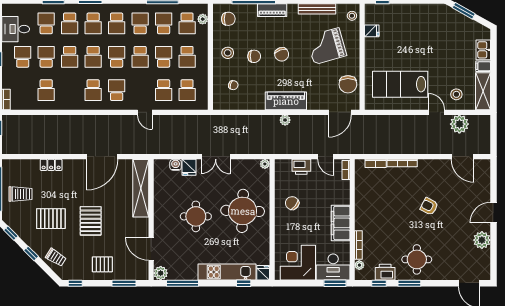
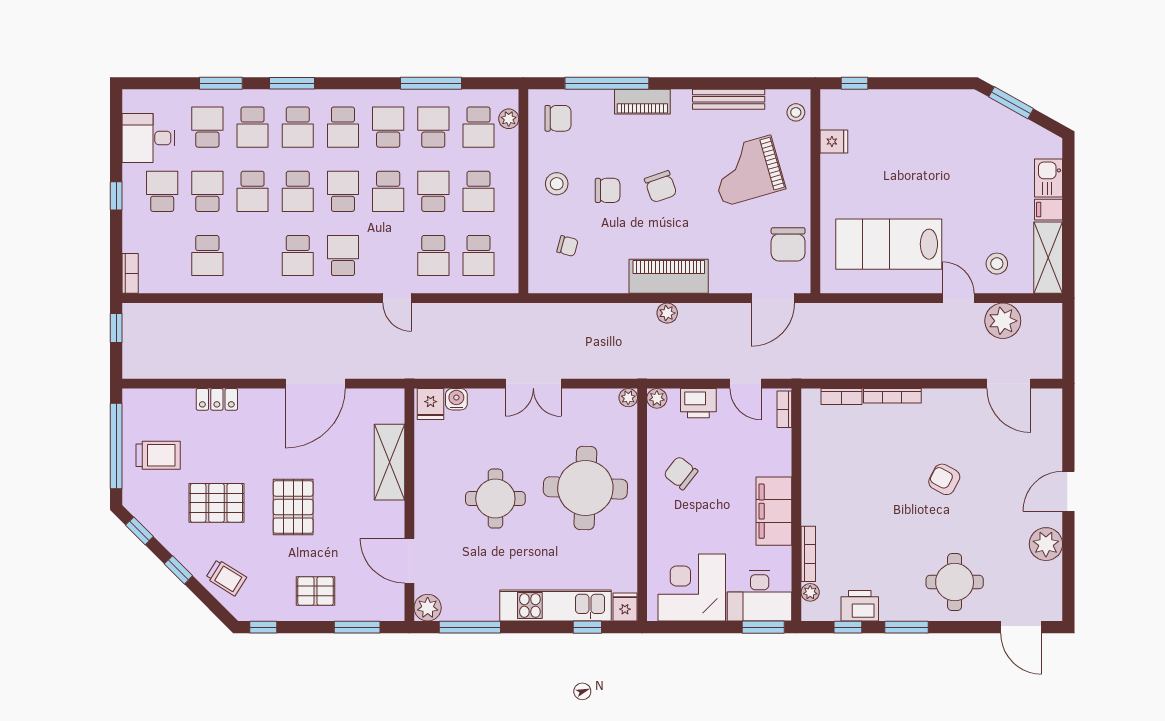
plant: (280, 164) -> (657, 398), added
fridge: (189, 167) -> (431, 404), moved
shelving: (141, 188) -> (389, 462), width x0.68
round table: (417, 259) -> (955, 582), moved

